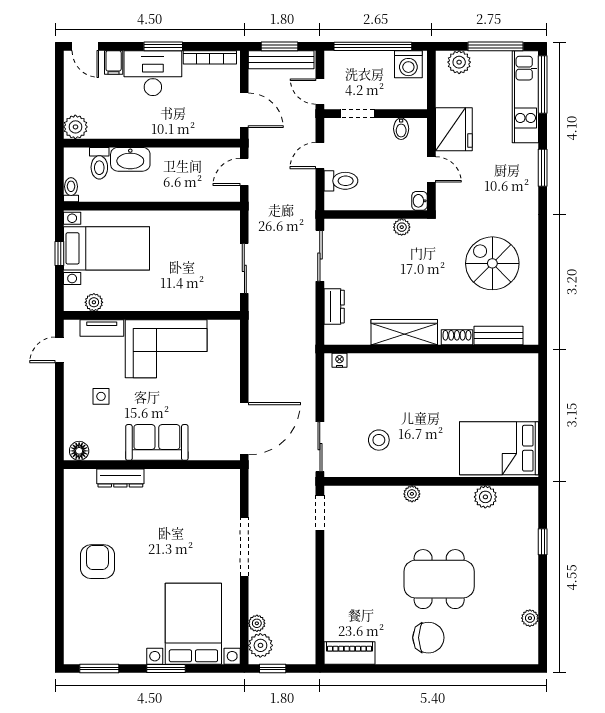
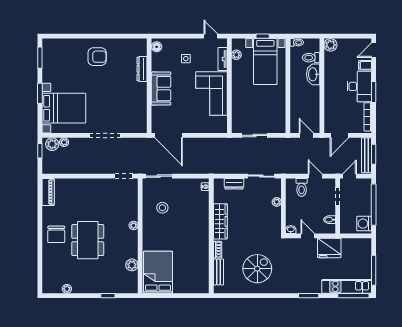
plant: (459, 62) -> (365, 251), removed
door: (431, 169) -> (308, 236), swing flipped
plant: (402, 227) -> (277, 202), moved

